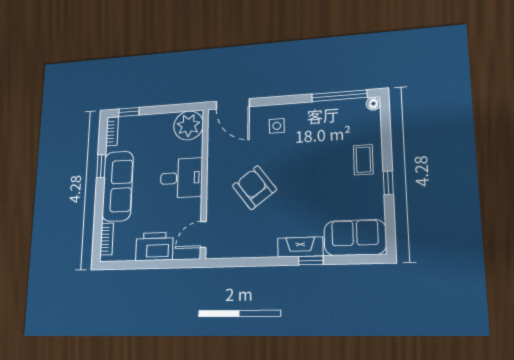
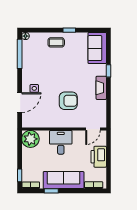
door: (233, 104) -> (20, 103), moved
armchair: (254, 188) -> (68, 101), turned -143
door: (203, 234) -> (93, 129), hinge flipped
fireplace: (300, 247) -> (101, 88), moved

